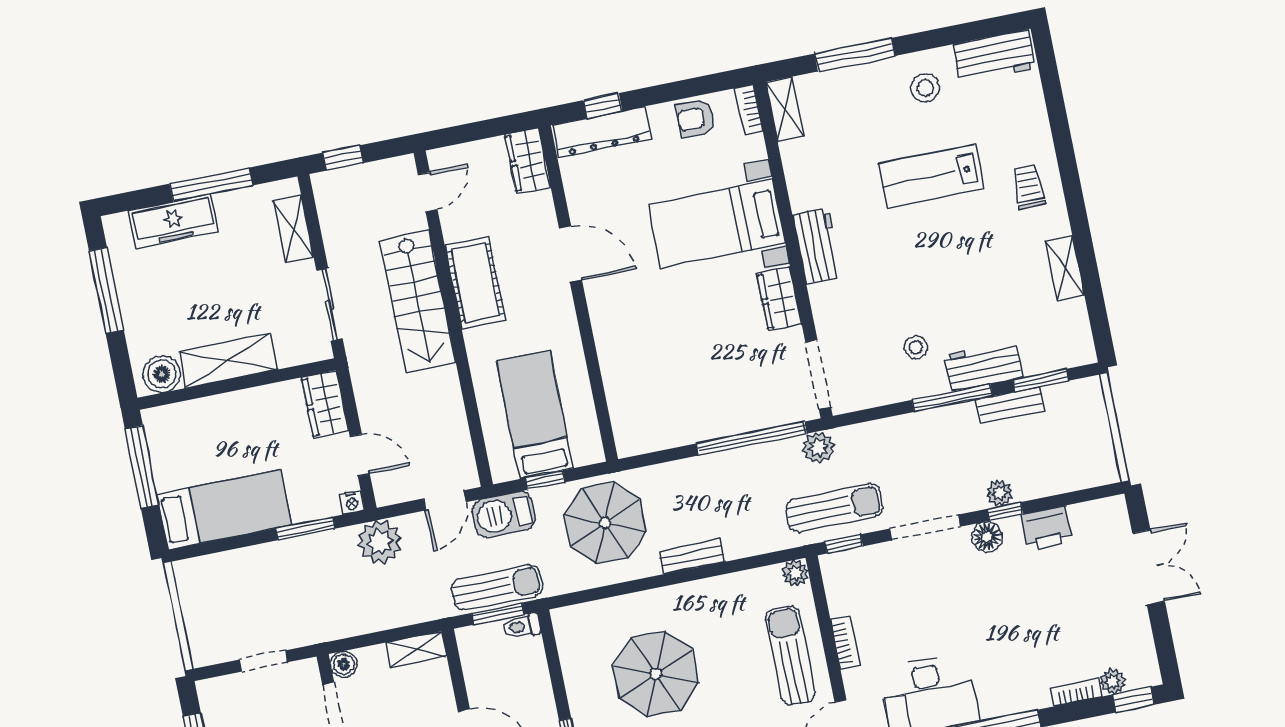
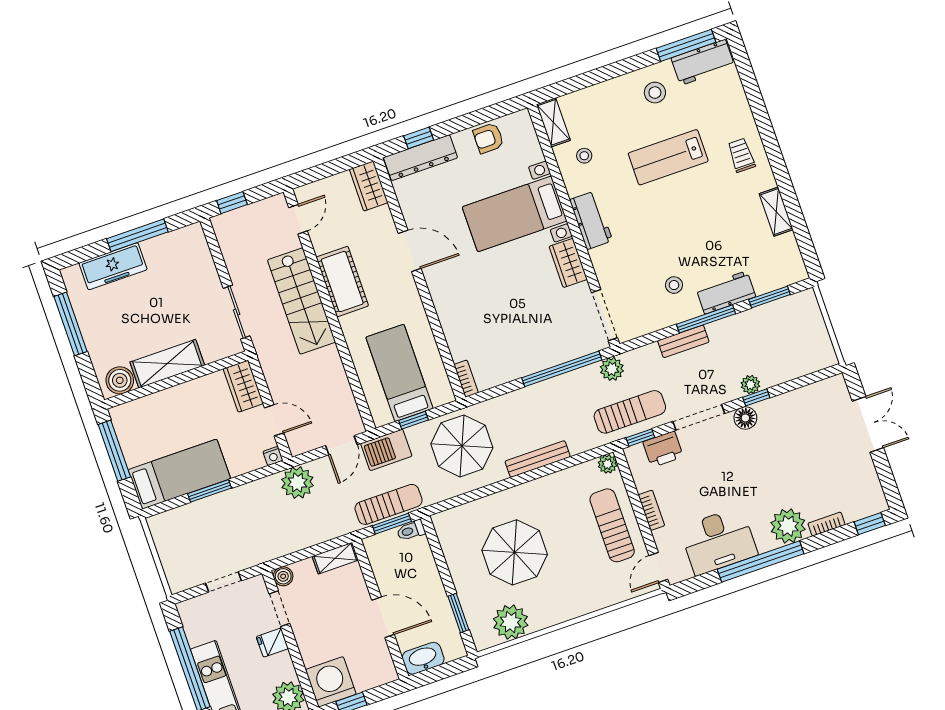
window: (855, 55) -> (686, 45), moved
bookcase: (749, 109) -> (466, 379), moved, turned 180
stool: (820, 159) -> (584, 156), added
shelving: (293, 229) -> (202, 260), removed
bench: (1010, 405) -> (683, 341), moved
window: (305, 528) -> (210, 491), moved
printer: (1047, 528) -> (663, 449), moved
bench: (692, 556) -> (538, 459), width x1.36
plant: (1113, 682) -> (788, 526), moved, width x1.87, depth x1.87

